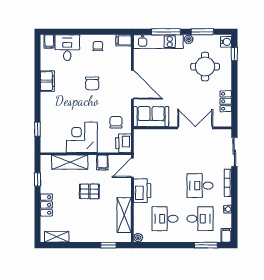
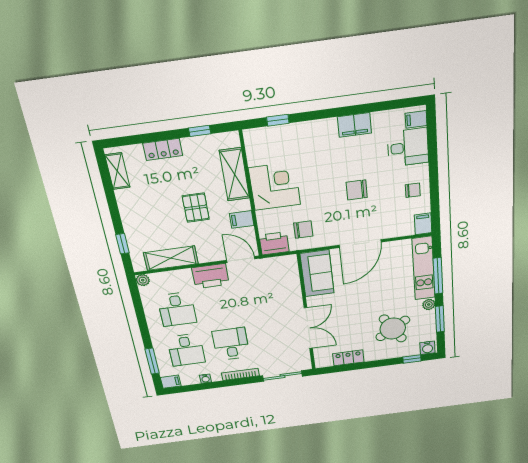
round table: (205, 67) -> (393, 328), turned -32
desk: (165, 219) -> (177, 309), turned 180

